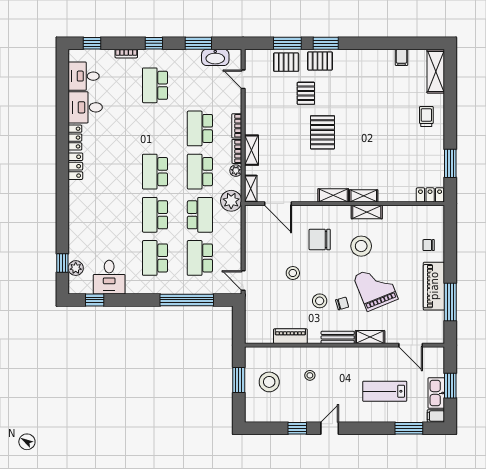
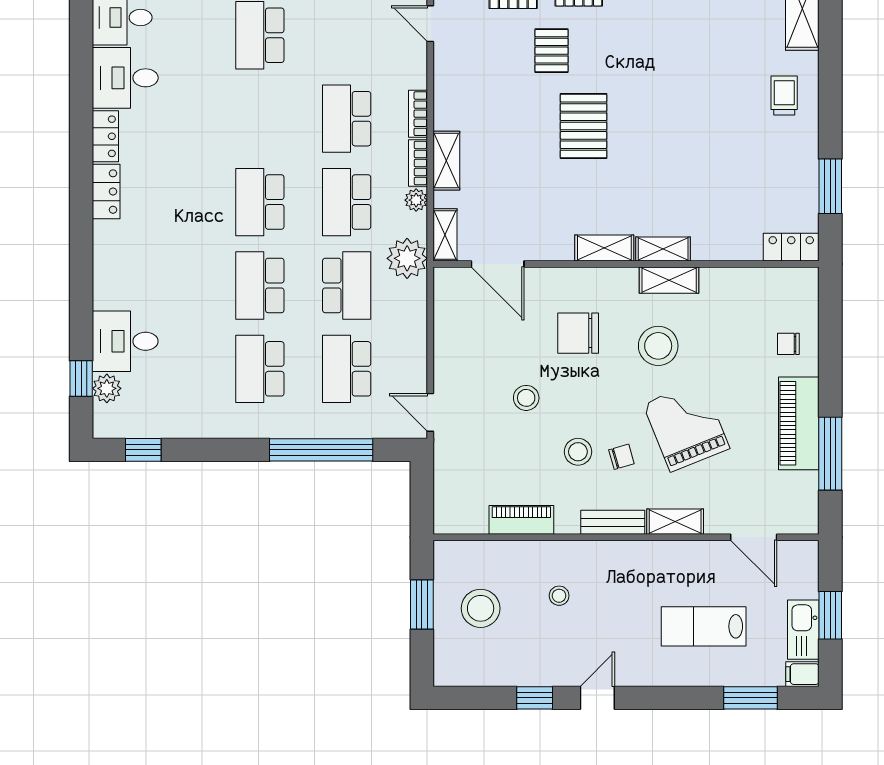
desk: (109, 277) -> (125, 341), moved, turned 90

